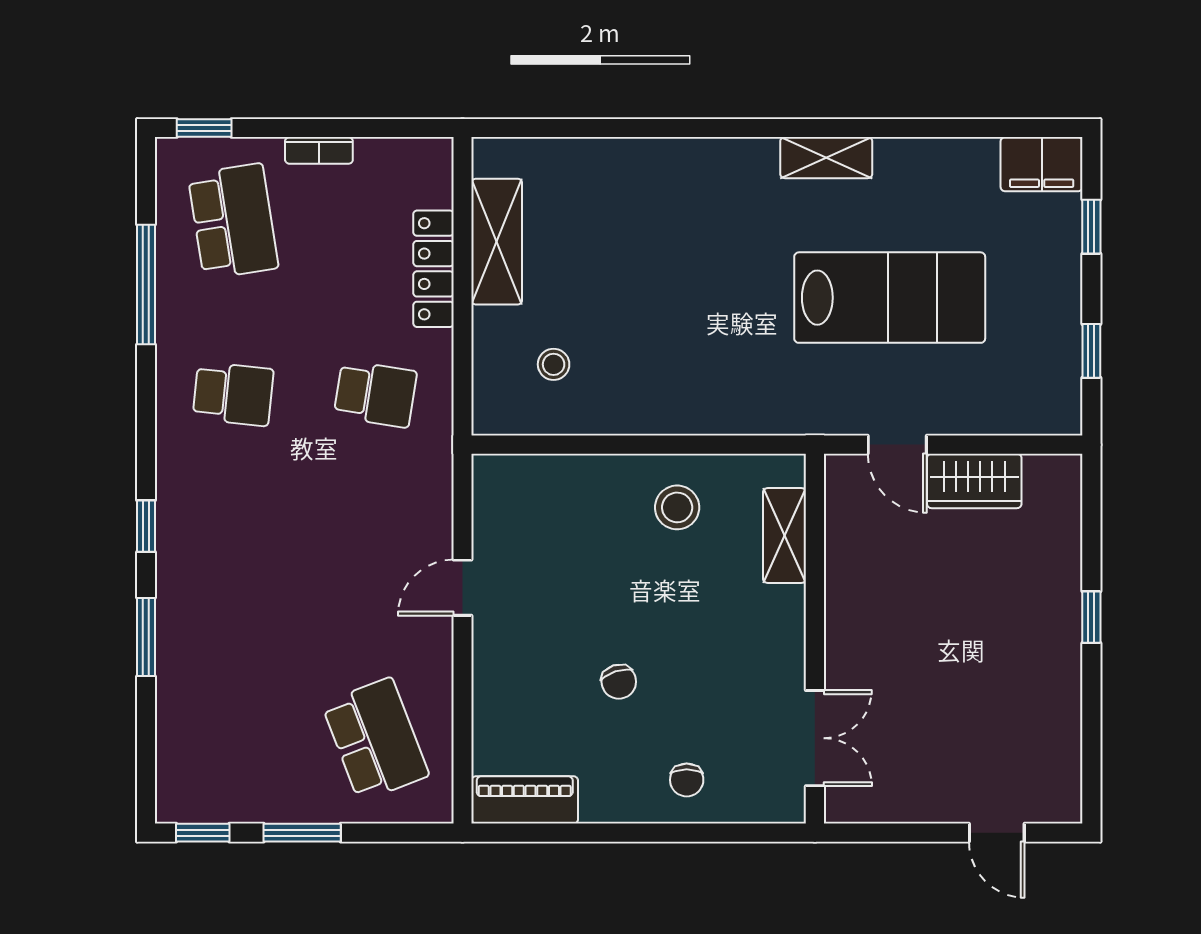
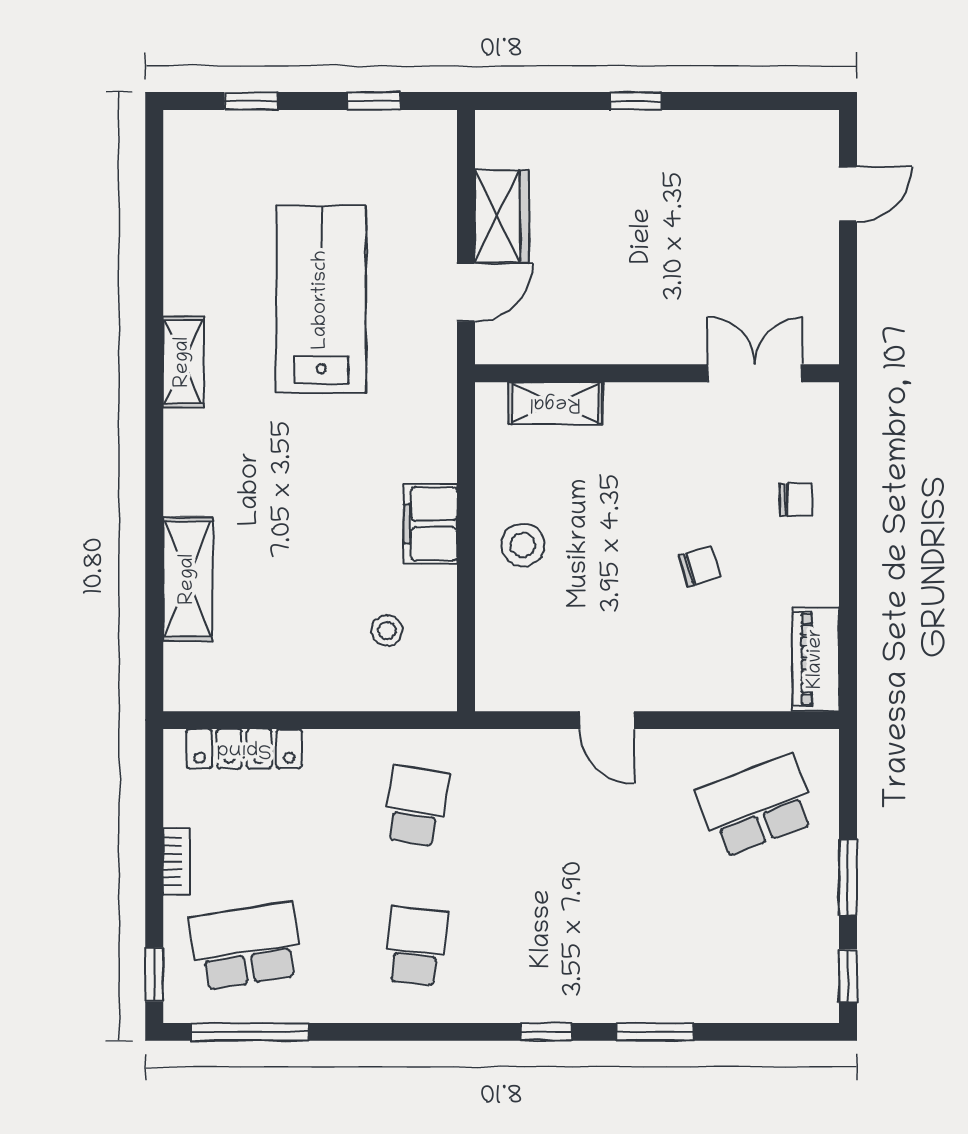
filing cabinet: (1042, 164) -> (430, 524), moved, turned 180
shelving: (497, 242) -> (188, 579), moved, turned 90
locker: (434, 269) -> (244, 749), moved
window: (146, 285) -> (250, 1032), moved
stool: (677, 507) -> (523, 545), moved

